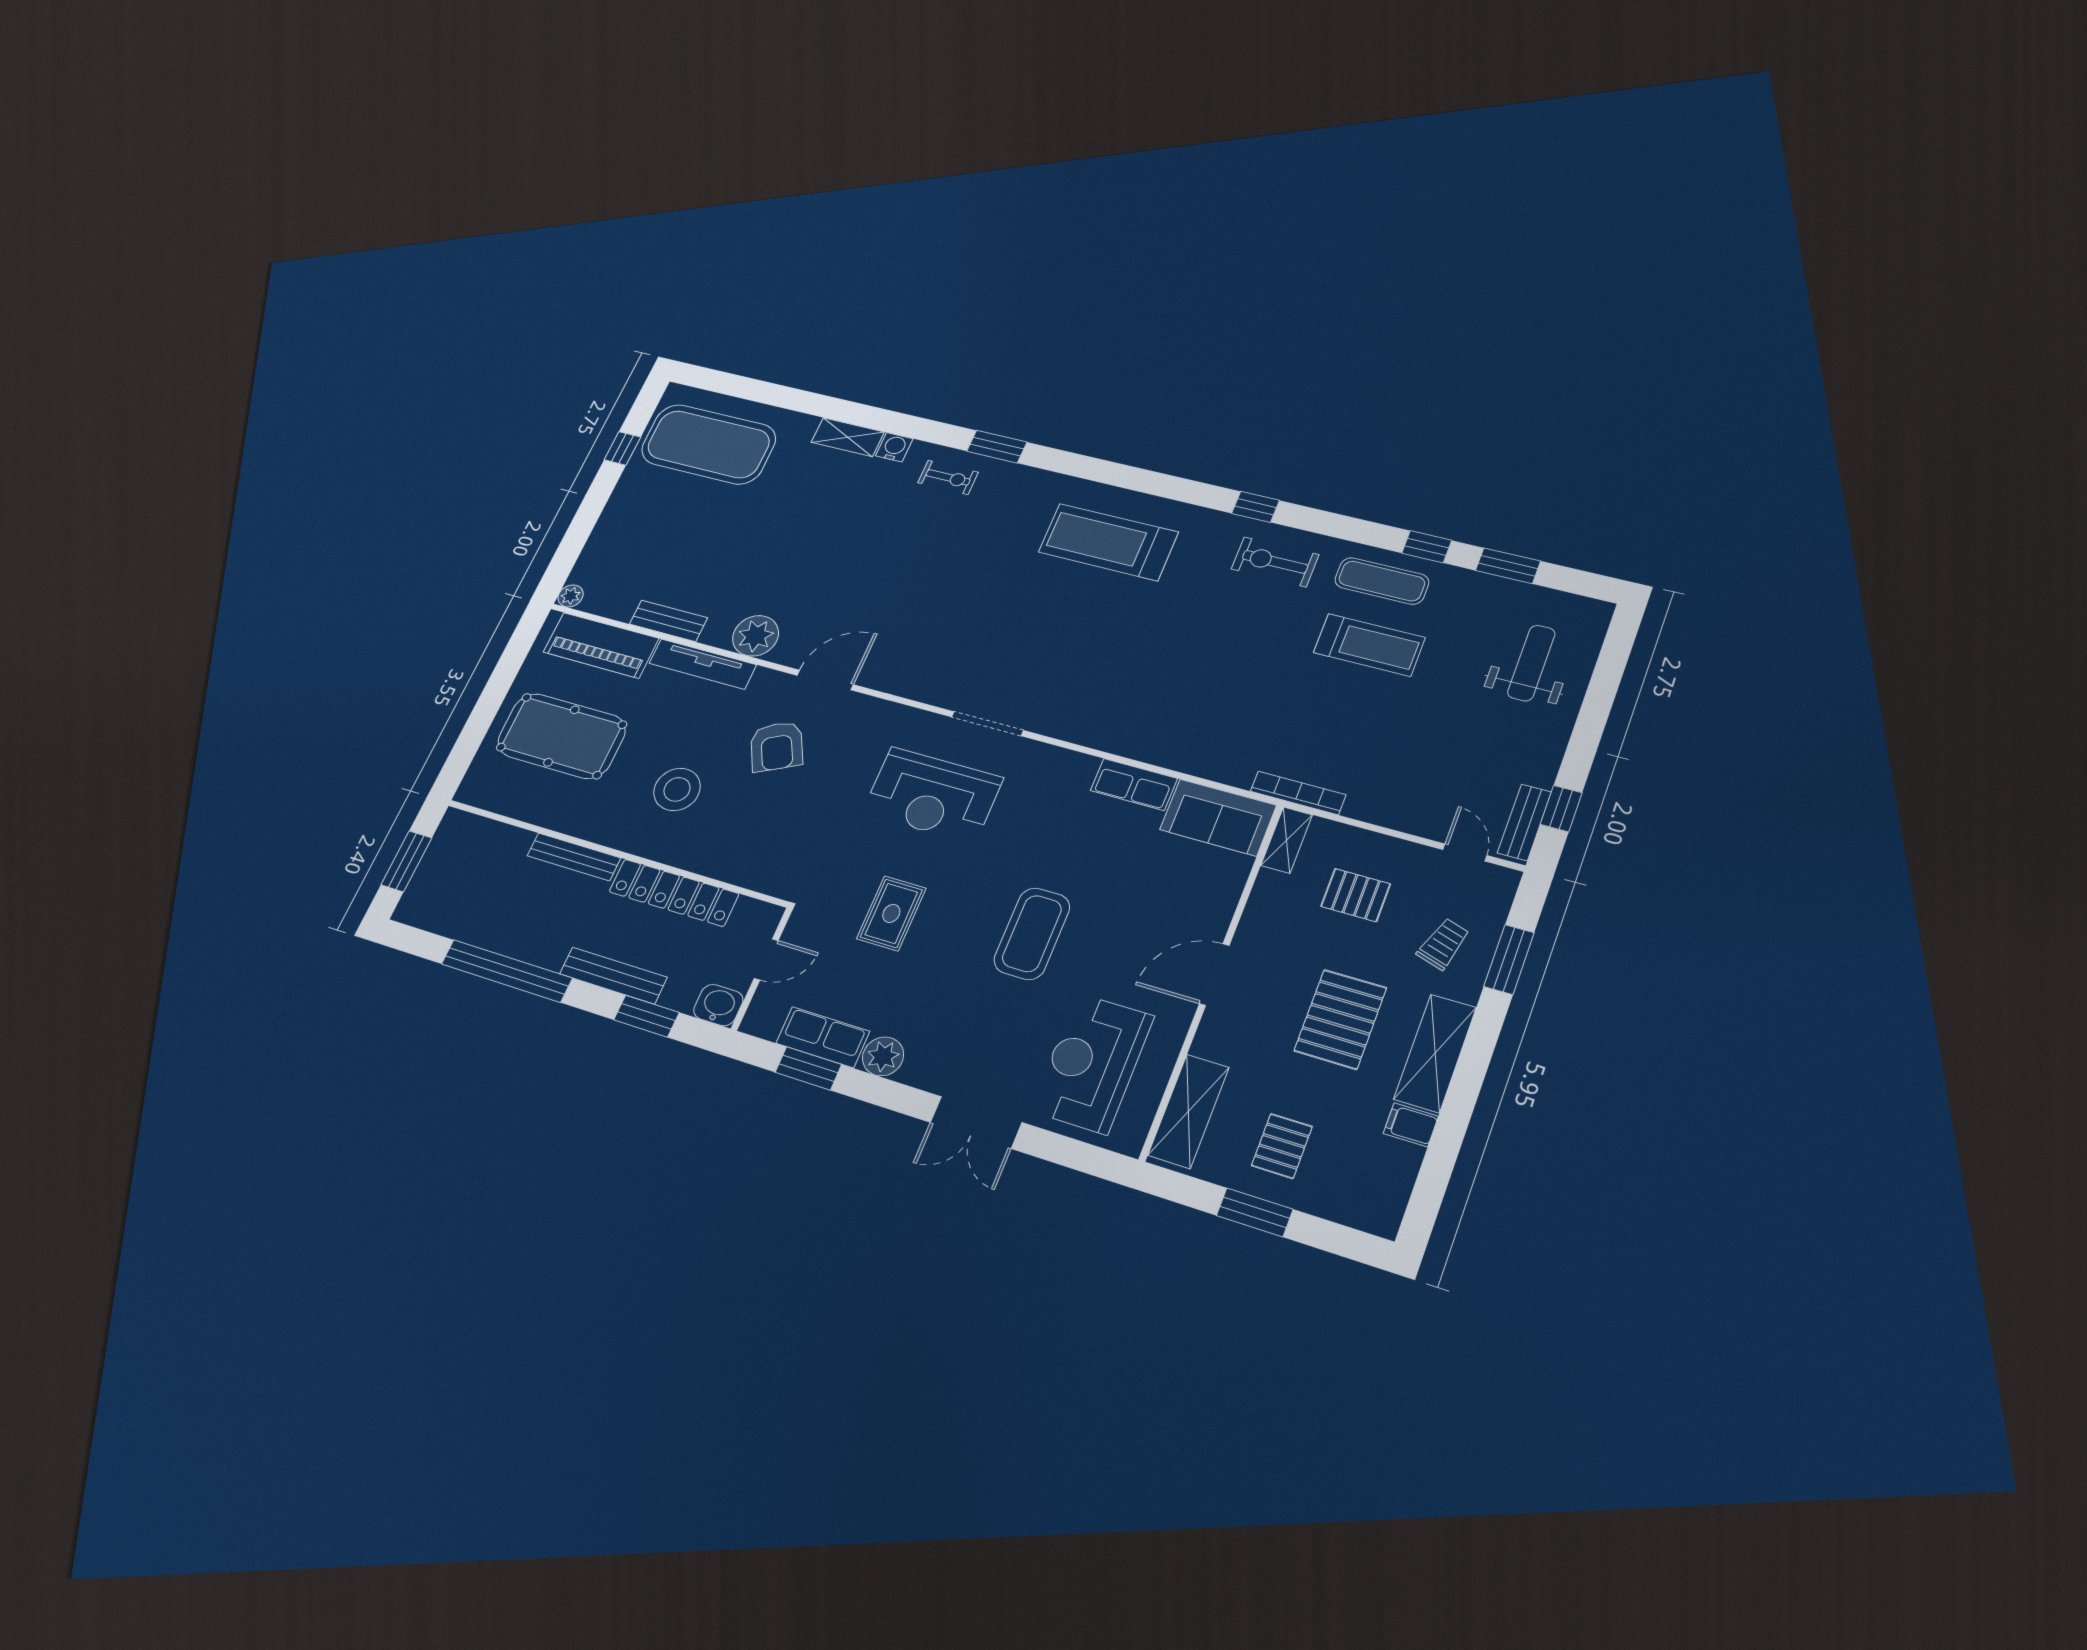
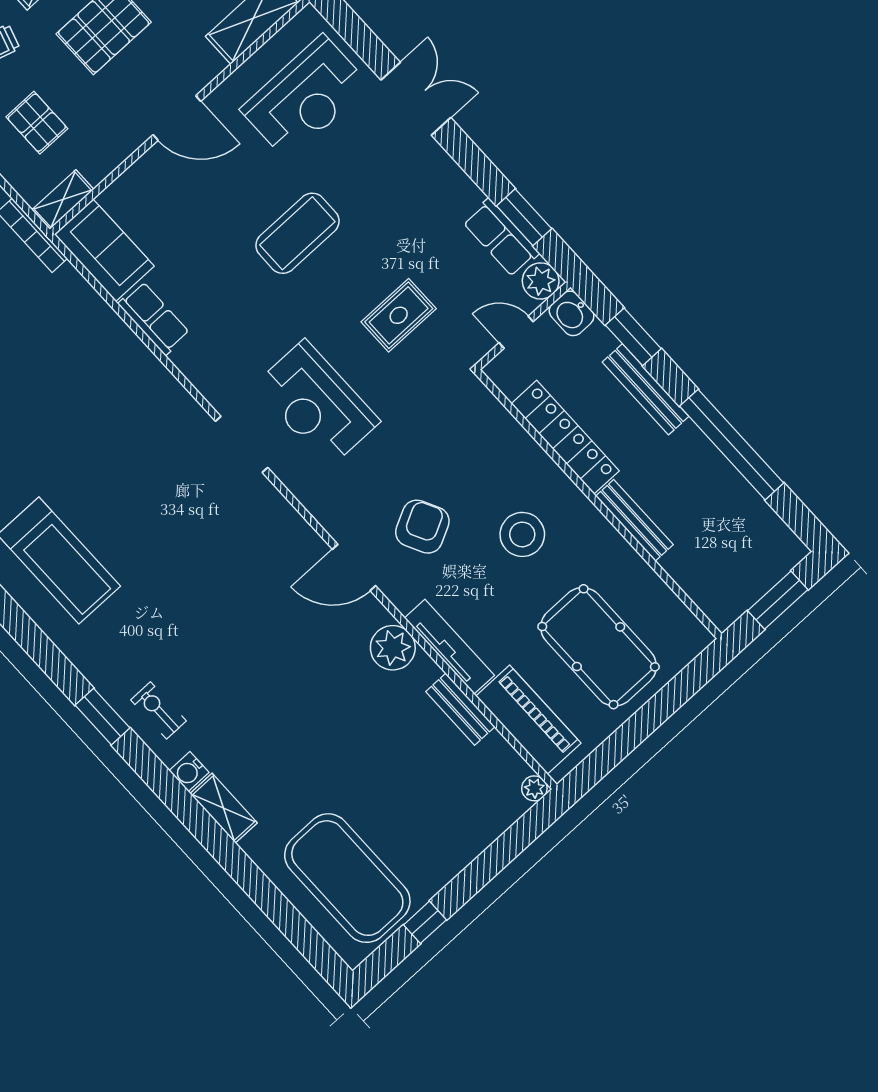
reception desk: (933, 795) -> (317, 404), turned 180
plant: (883, 1056) -> (541, 281), moved

